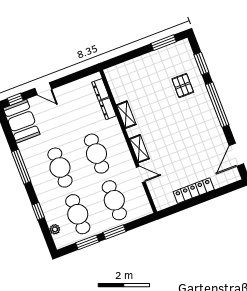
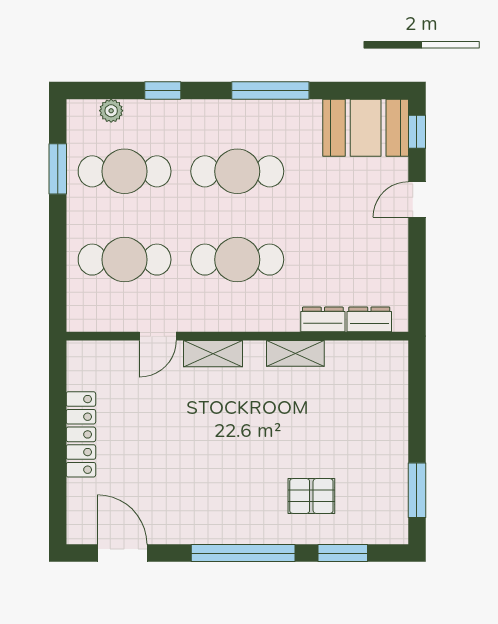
window: (114, 232) -> (58, 234), removed

